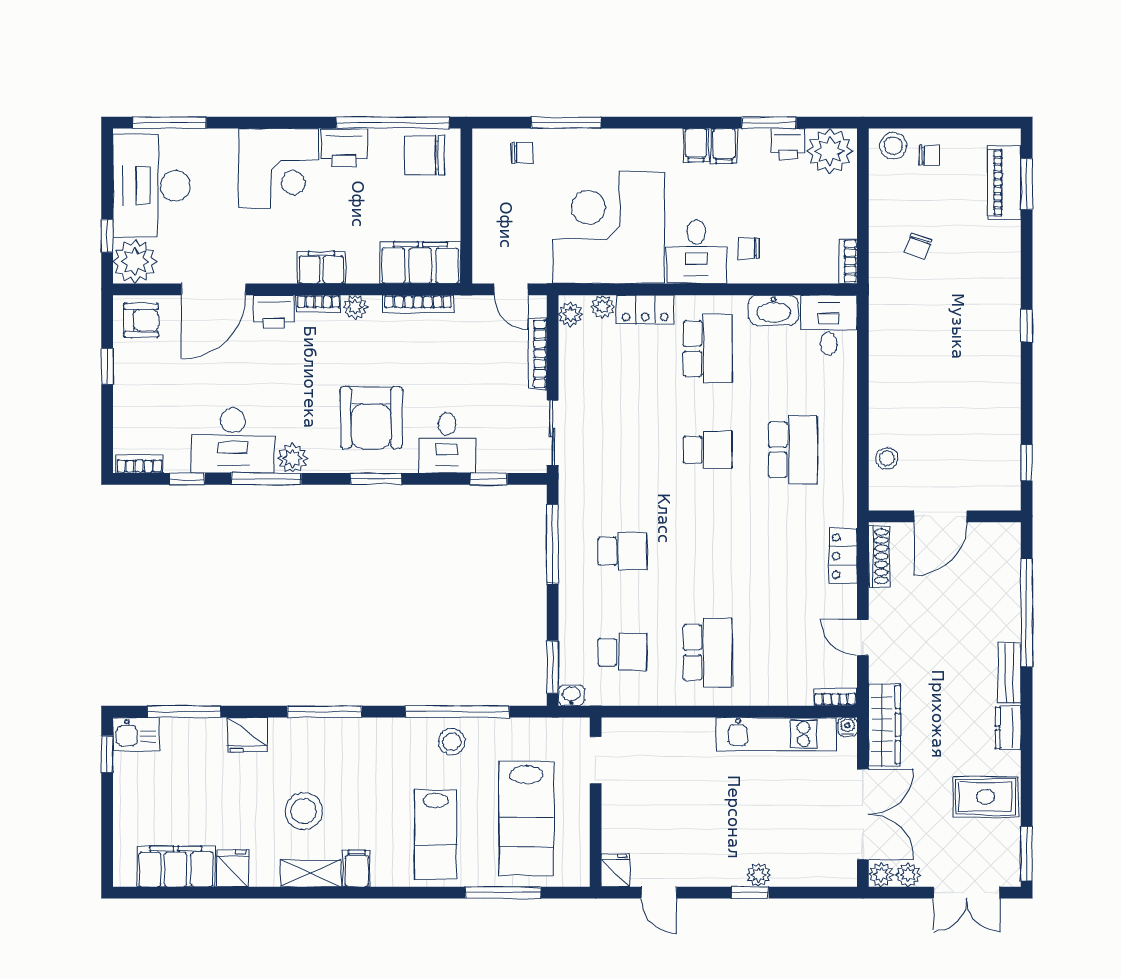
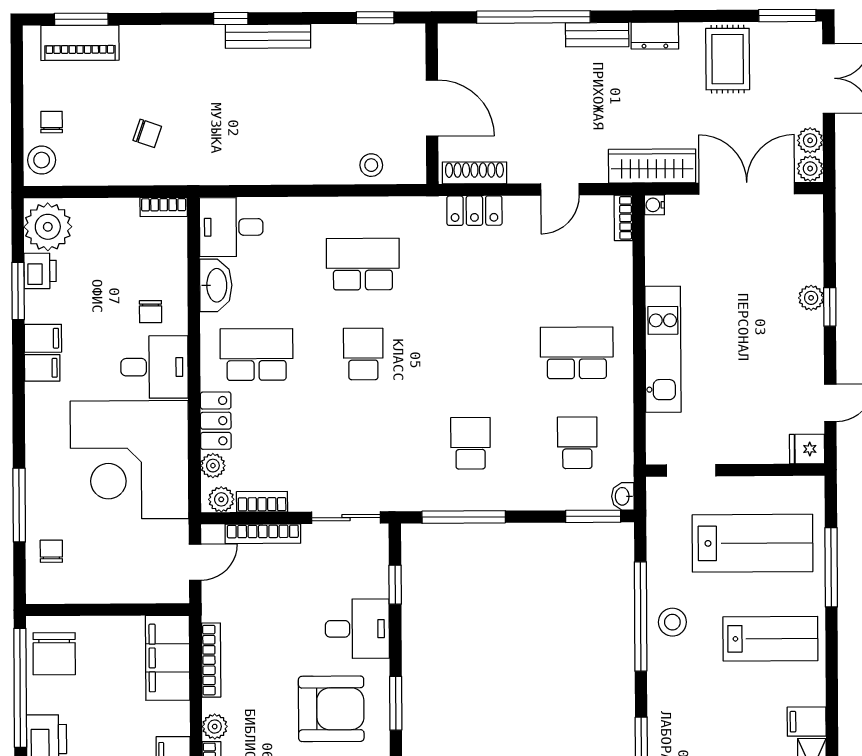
bookcase: (568, 353) -> (262, 502), added
bench: (1009, 361) -> (268, 36), added
kitchen unit: (776, 734) -> (663, 349), moved

